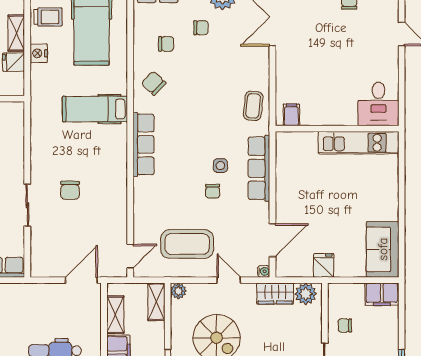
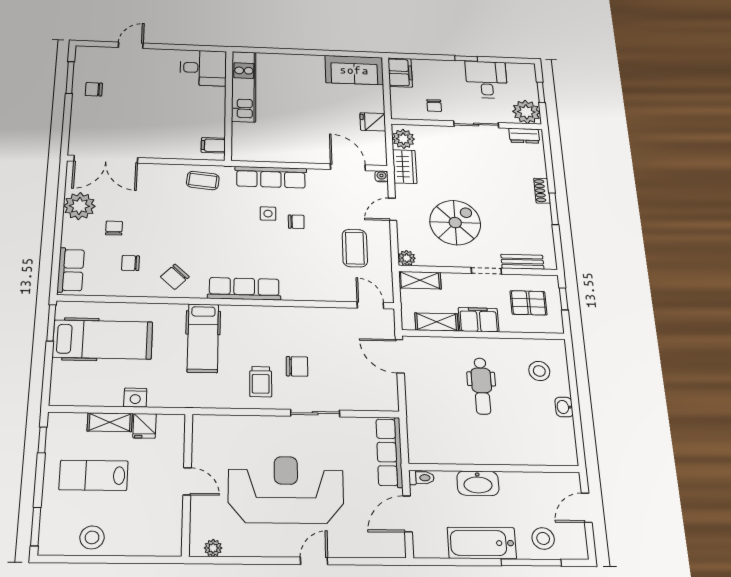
trolley: (48, 17) -> (261, 382), moved, turned 180
chair: (166, 44) -> (131, 263), turned -90
coffee table: (187, 244) -> (355, 248), width x0.73, depth x0.76

